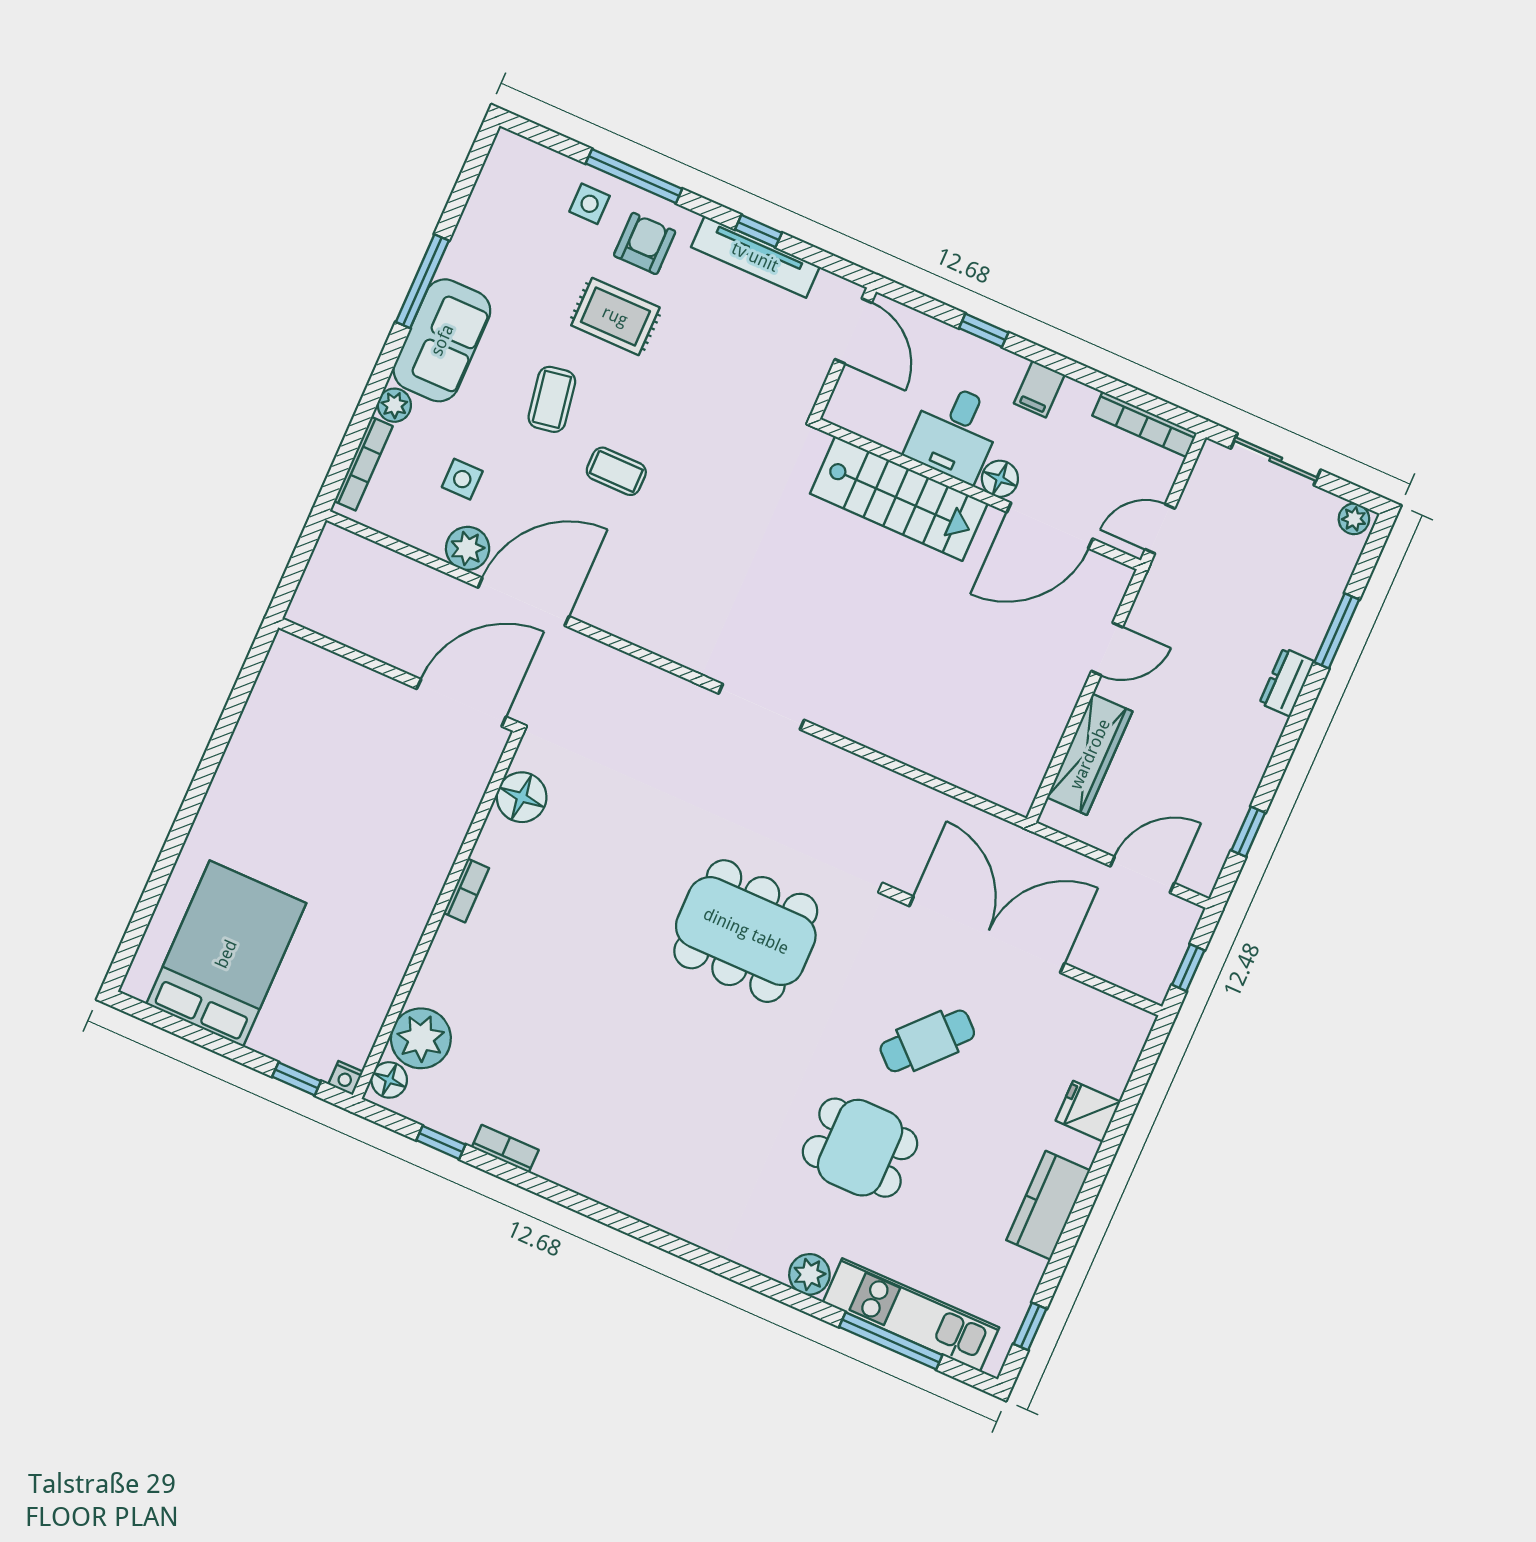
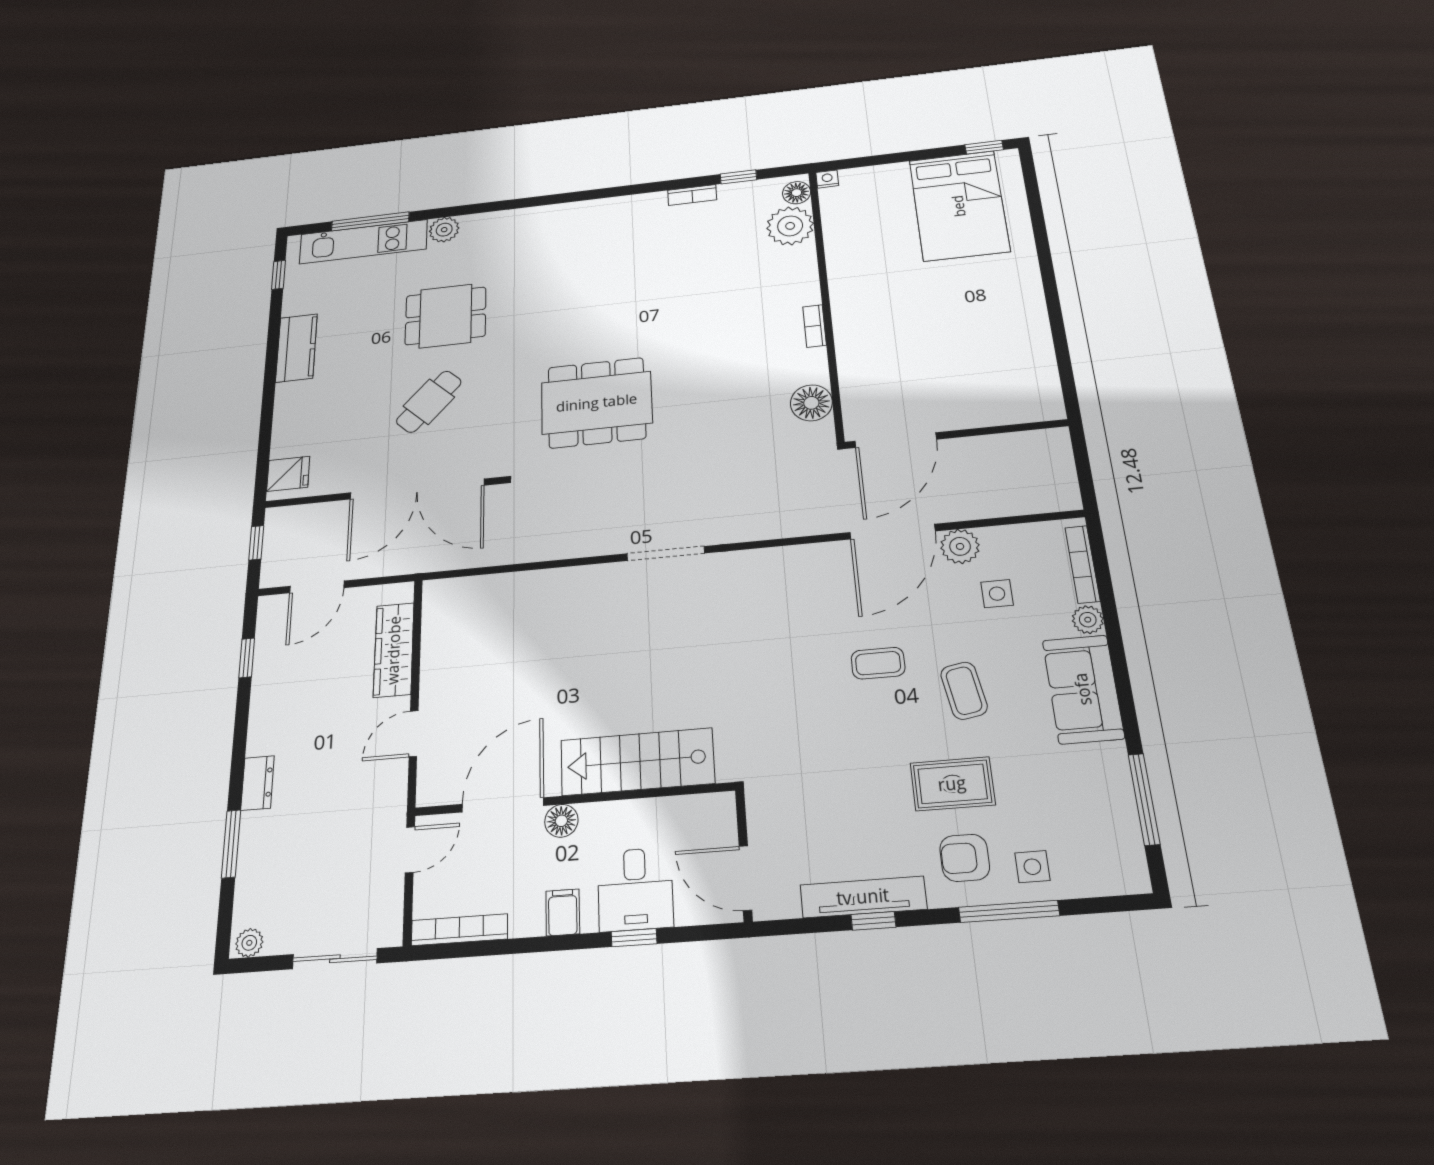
armchair: (645, 243) -> (965, 858), turned 90
window: (422, 281) -> (1144, 799), moved
desk: (954, 432) -> (635, 889), moved, turned 180
window: (297, 1079) -> (984, 147), moved
fridge: (1088, 1111) -> (288, 474), moved

